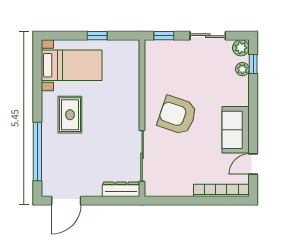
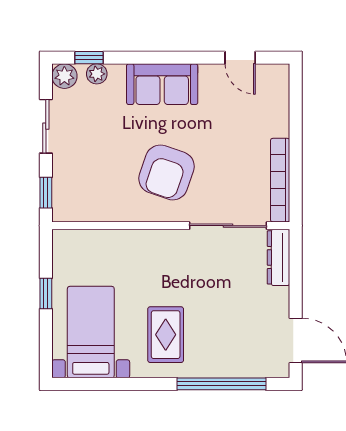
rug: (70, 115) -> (166, 335), turned 90
sofa: (236, 130) -> (162, 84), moved
bookcase: (221, 190) -> (280, 180), moved

